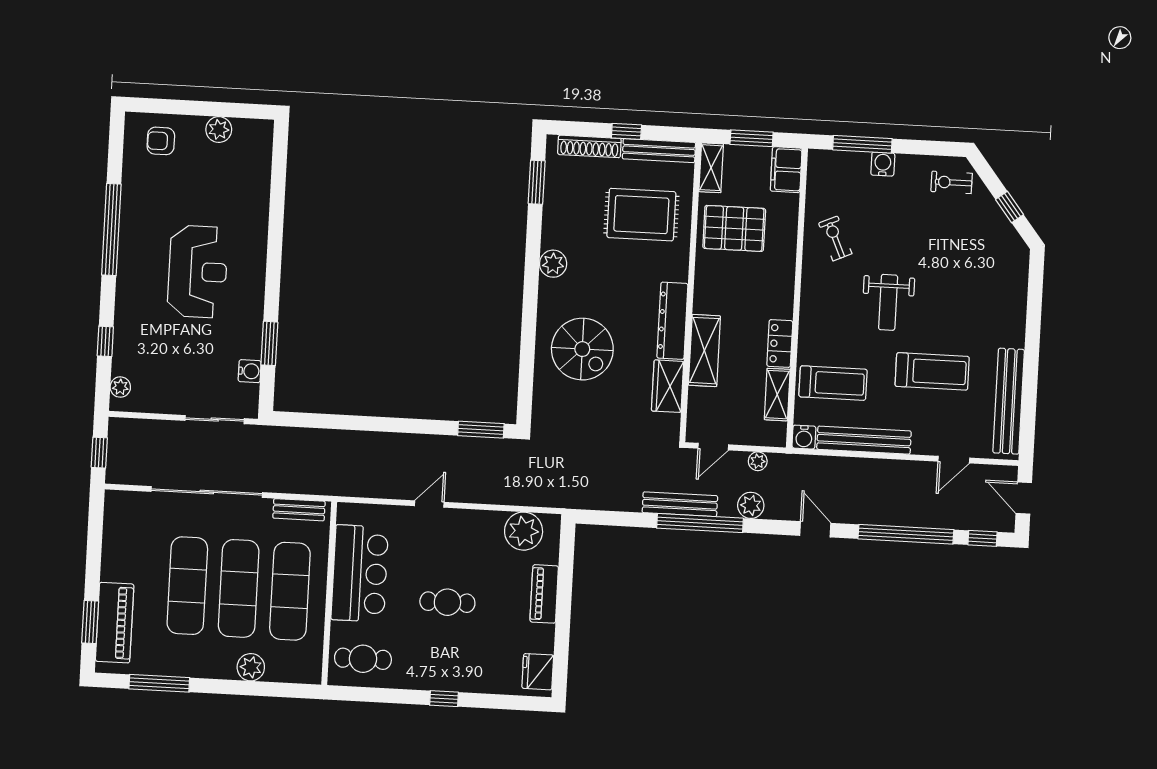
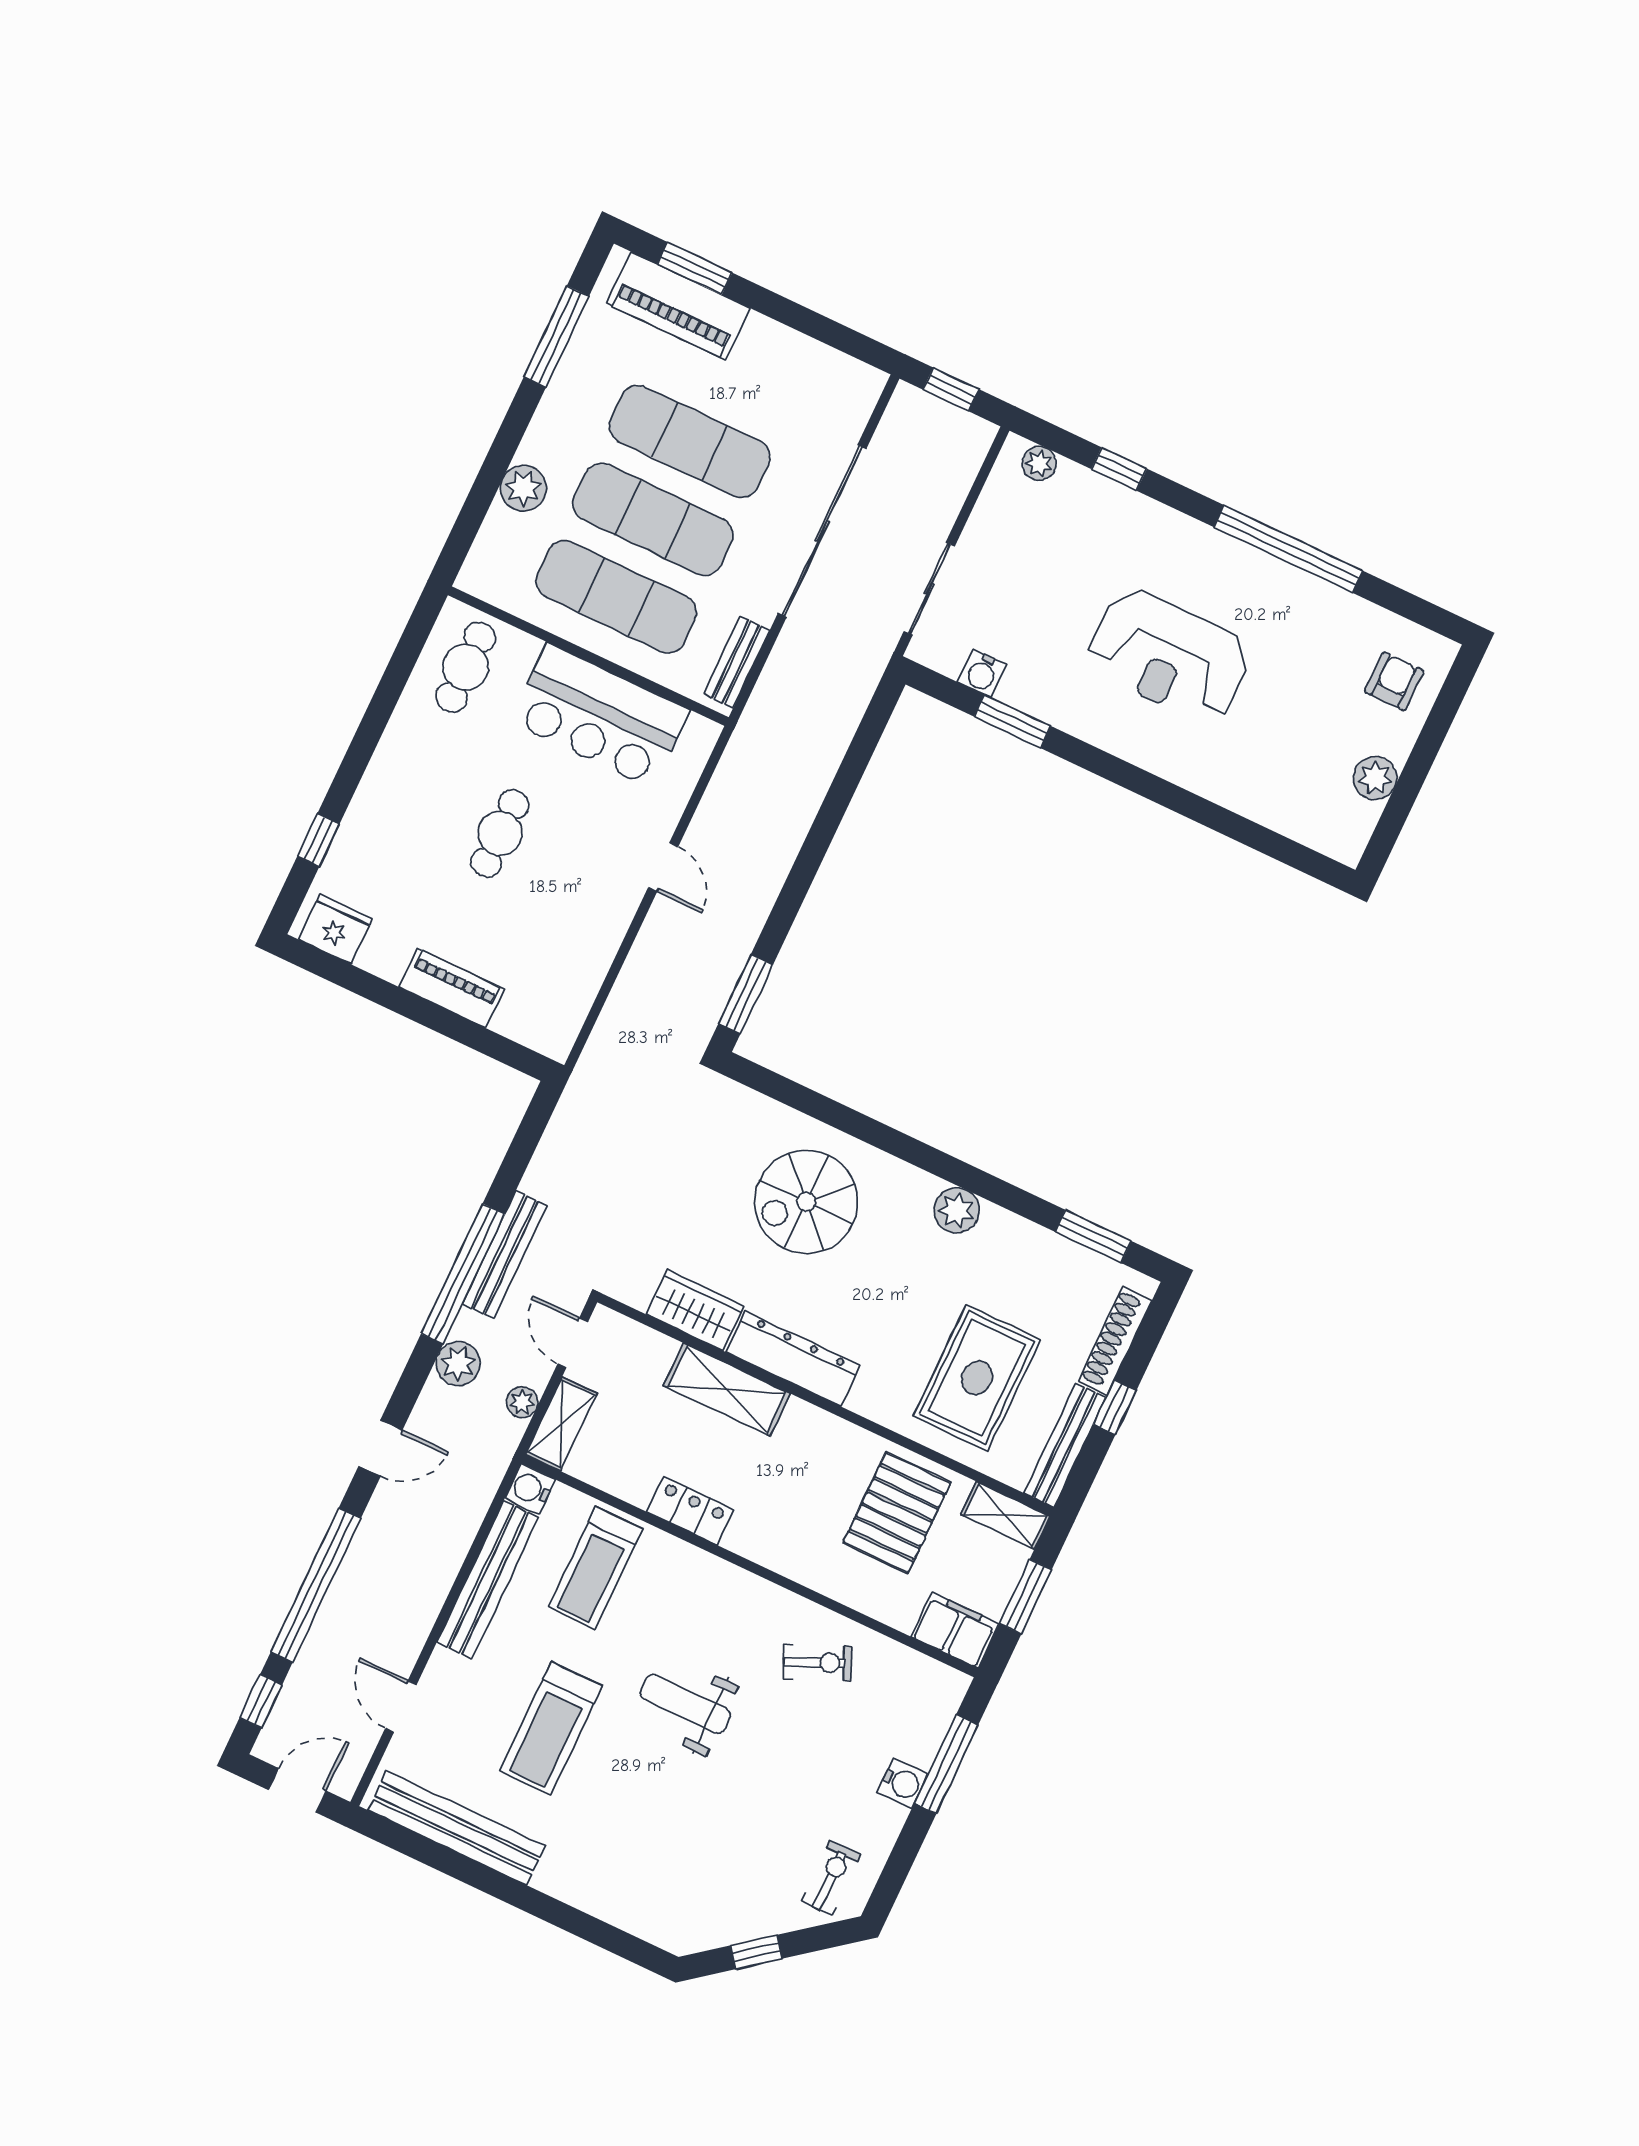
shelving: (777, 395) -> (561, 1424), moved, turned 90
plant: (524, 531) -> (562, 996), removed
window: (444, 699) -> (318, 840), moved

